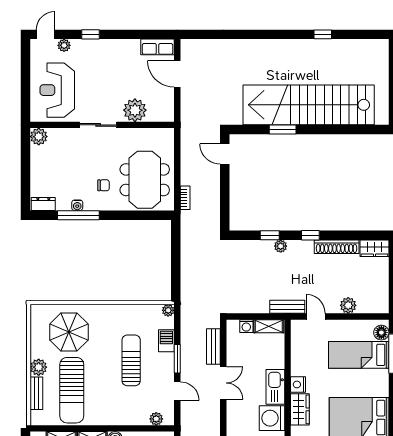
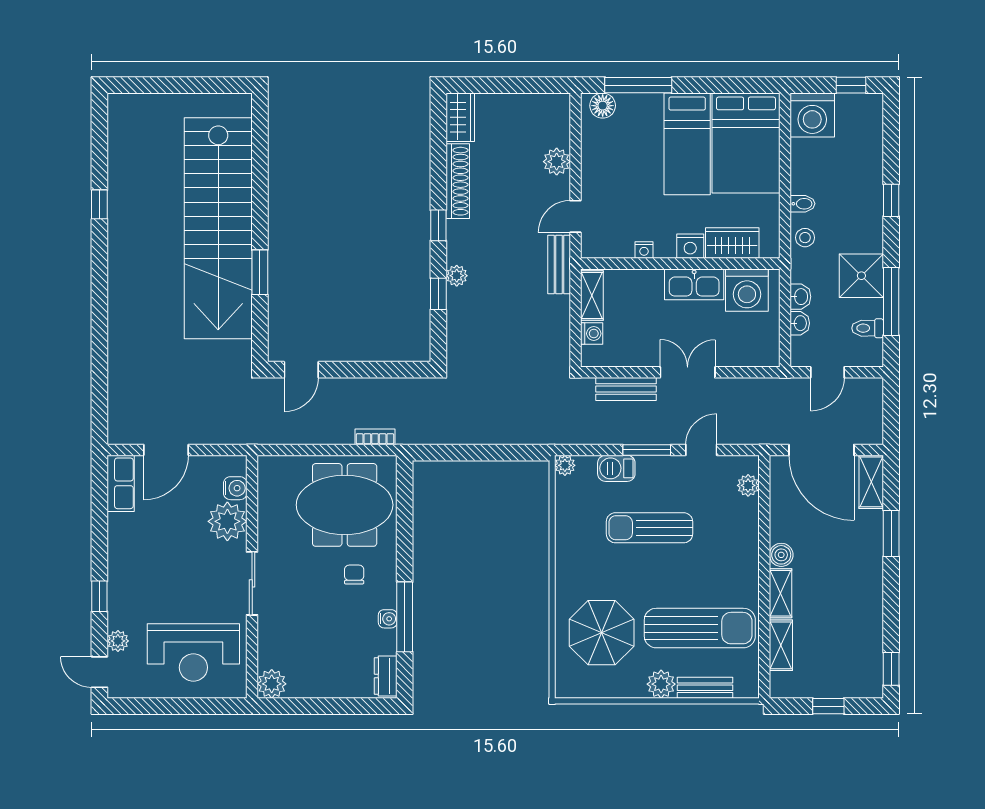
water cooler: (155, 115) -> (235, 488), added
bed: (359, 355) -> (687, 144), moved
nightstand: (296, 357) -> (644, 250), added

